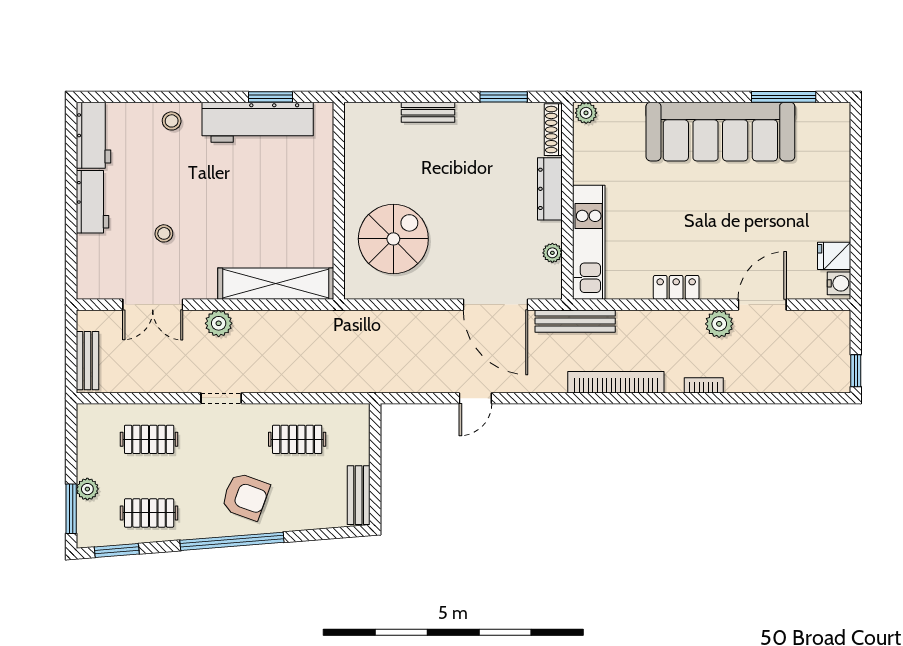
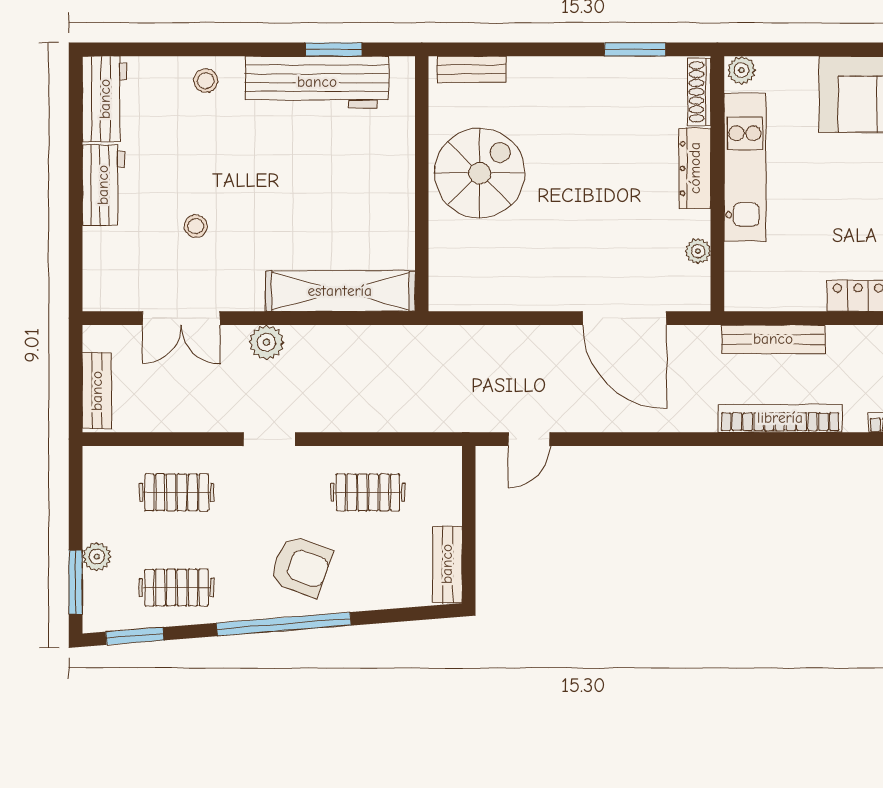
bench: (428, 112) -> (472, 69), moved
spiral stairs: (393, 239) -> (480, 173), moved
kitchen unit: (589, 242) -> (745, 167), moved
bench: (575, 321) -> (773, 339), moved
door: (475, 398) -> (529, 439), moved

